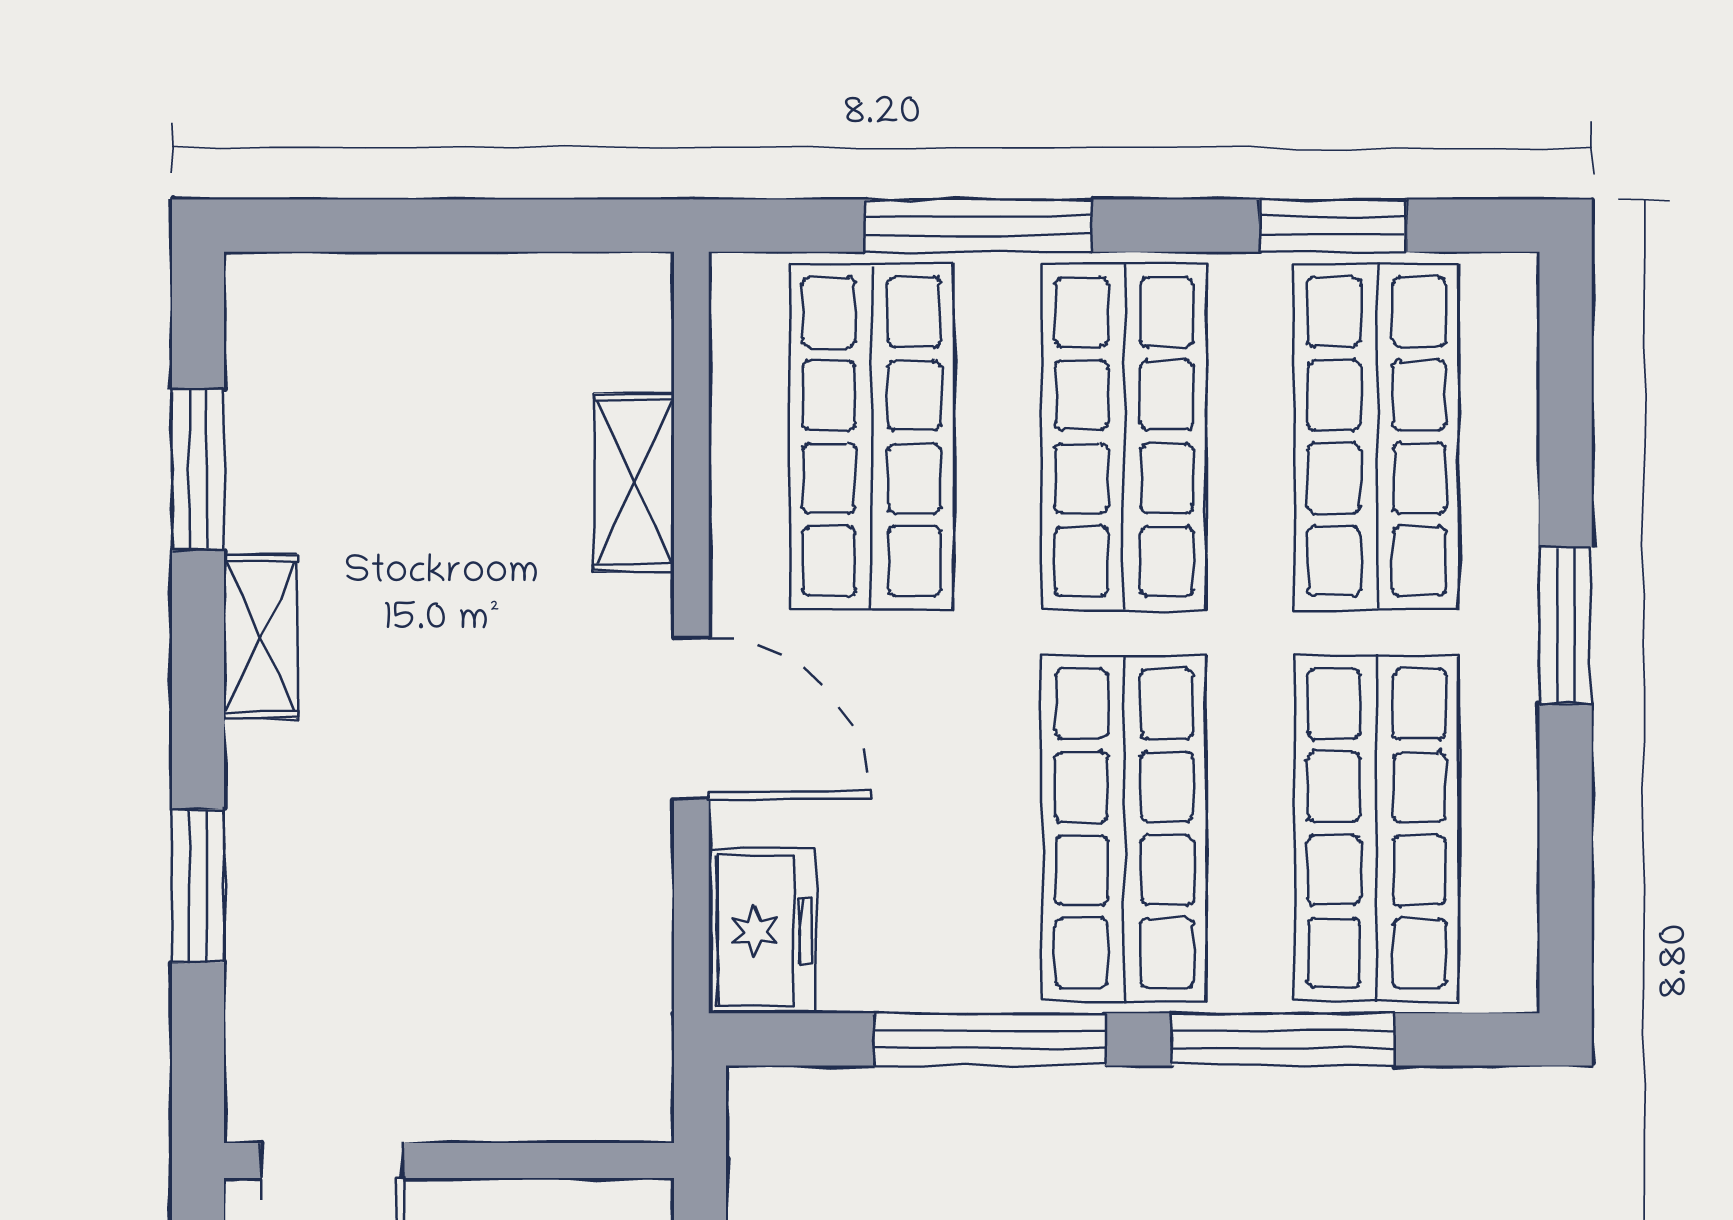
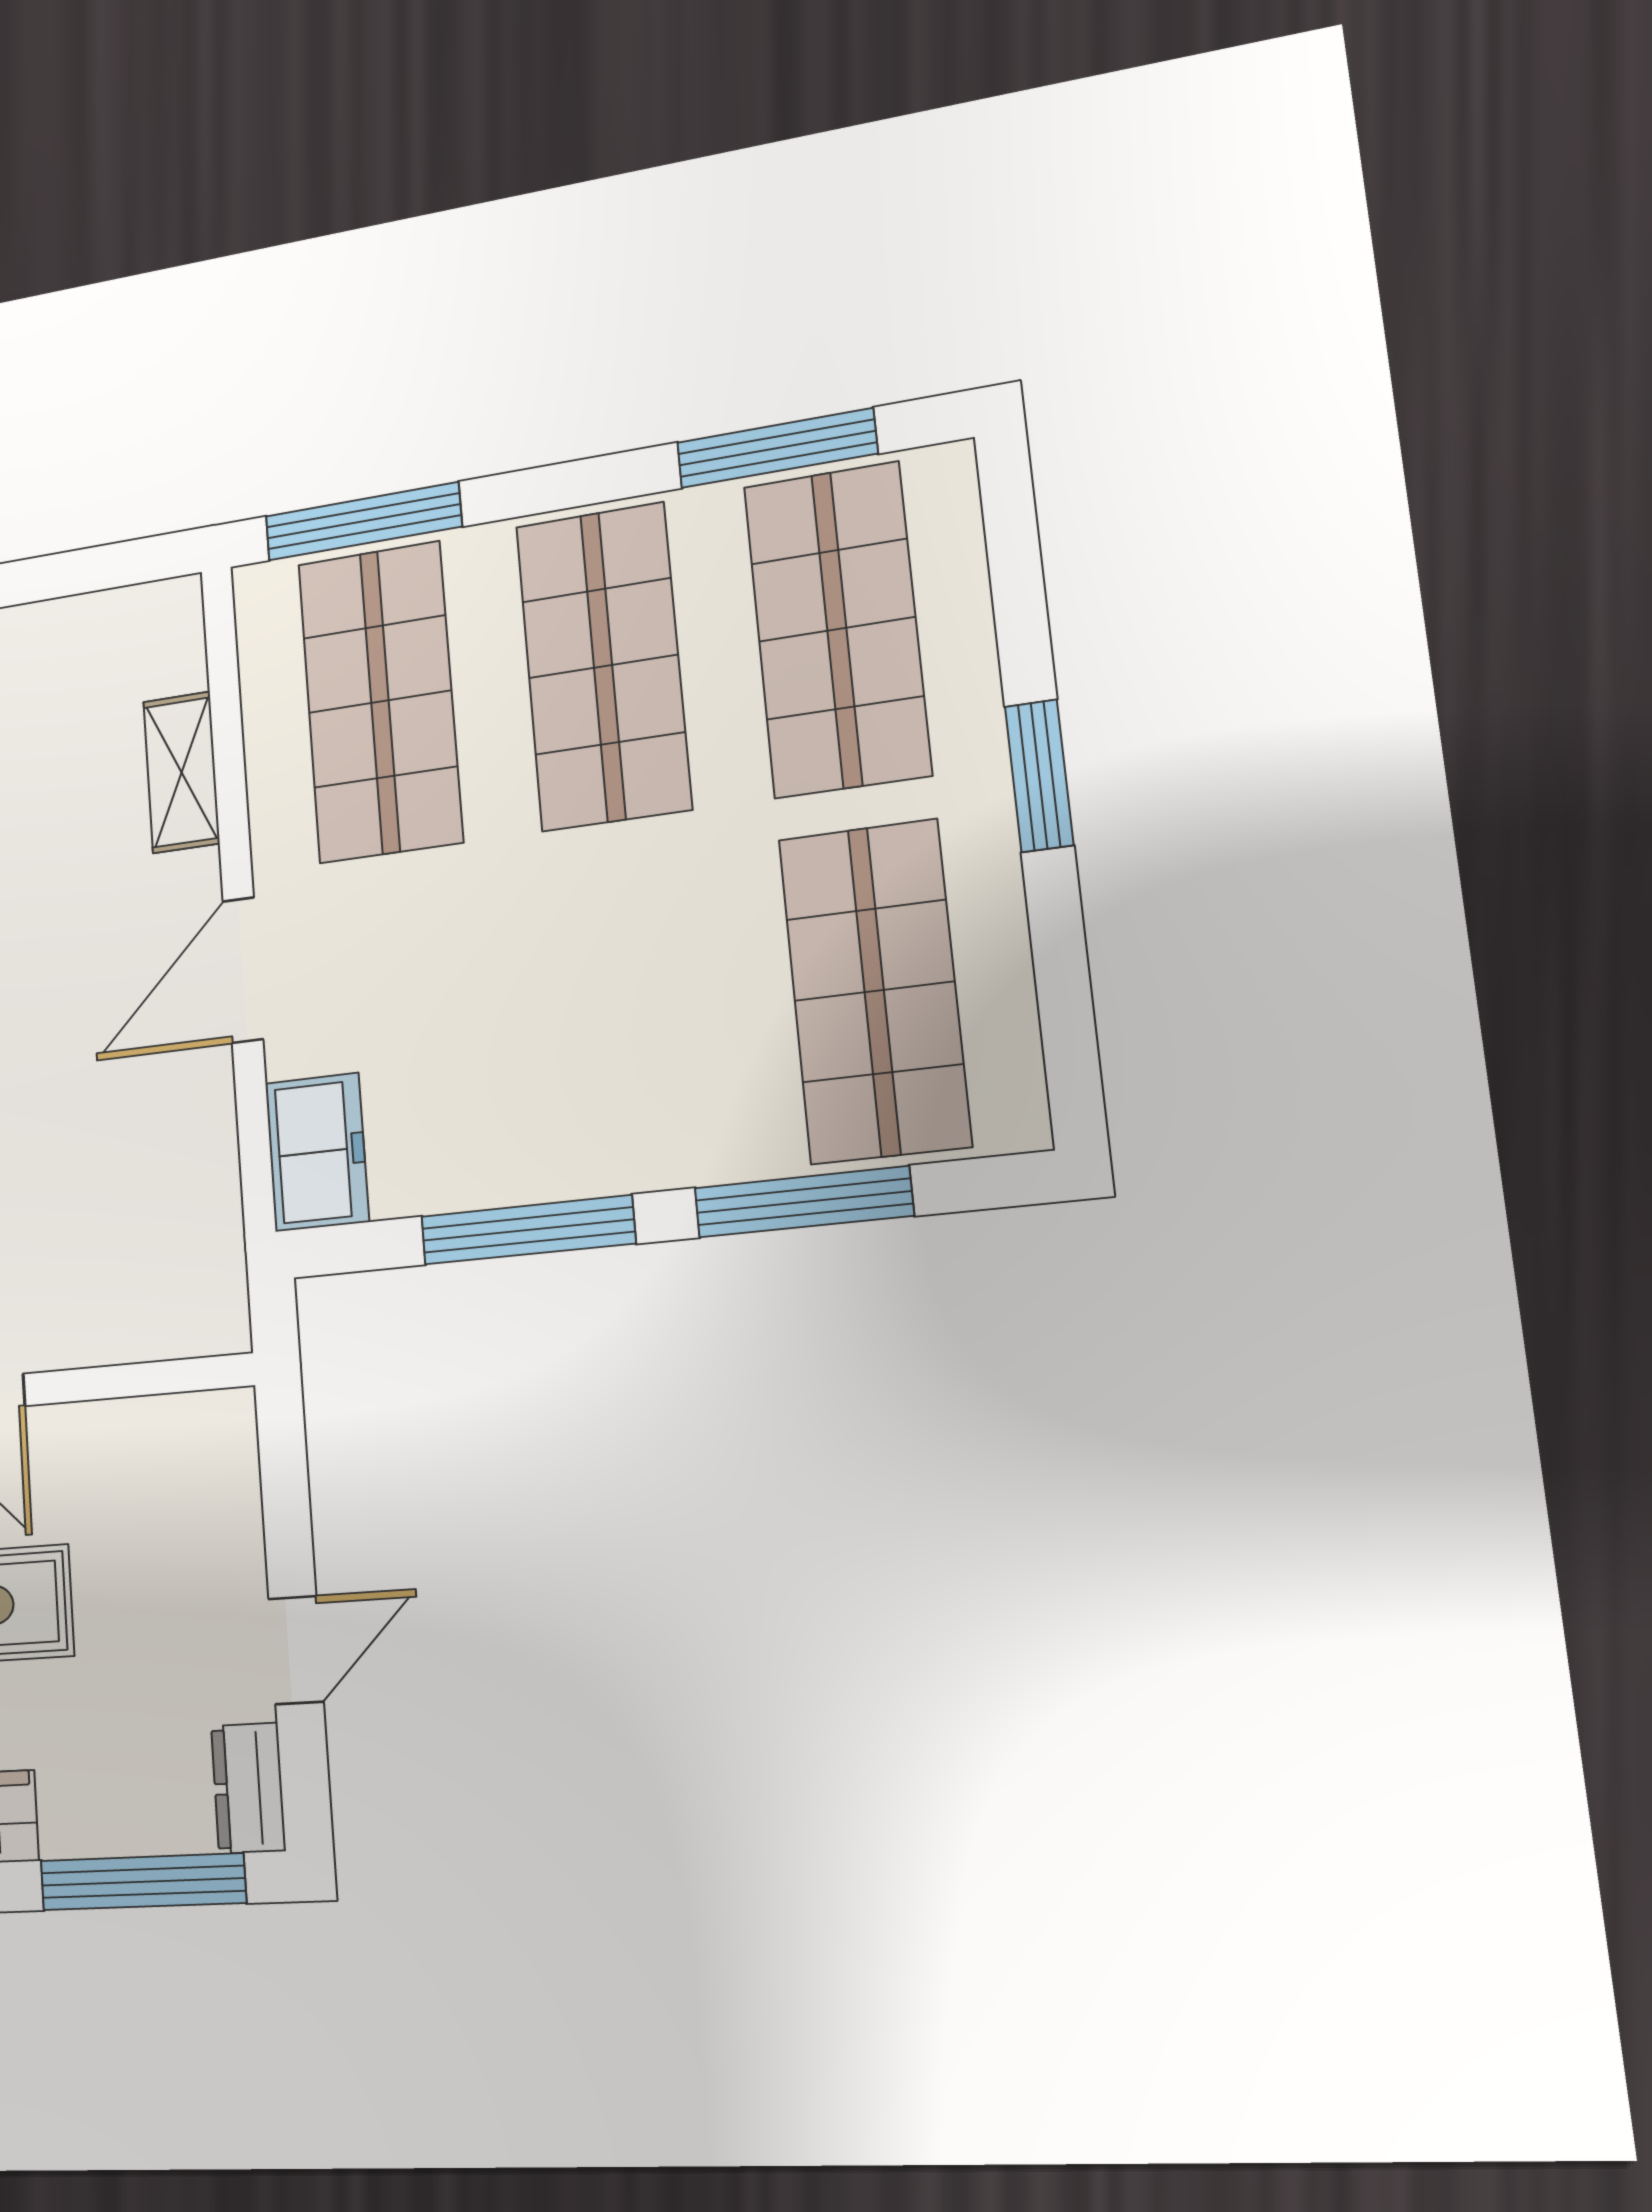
window: (978, 226) -> (363, 521), moved
window: (1333, 226) -> (777, 448), width x1.44
door: (691, 718) -> (243, 970), swing flipped
shop shelf: (1124, 828) -> (635, 1020), removed

